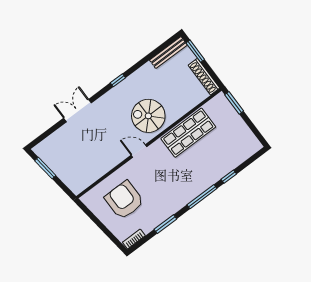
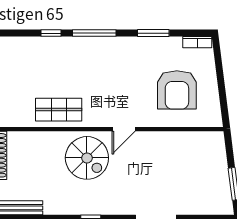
shop shelf: (188, 133) -> (59, 110), width x0.70, depth x0.74
door: (139, 151) -> (124, 129), hinge flipped

